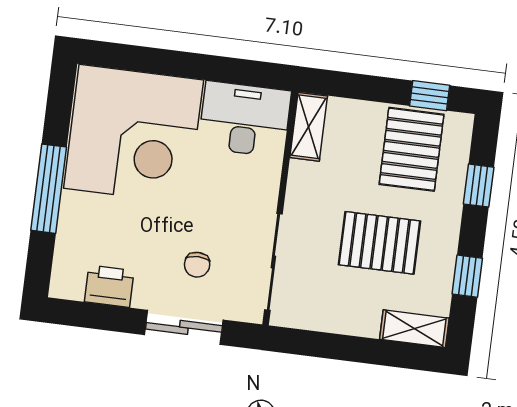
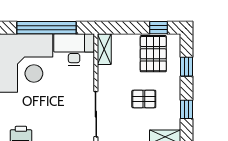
window: (192, 66) -> (46, 28), added
pallet: (379, 243) -> (144, 99), width x0.67, depth x0.71
chair: (197, 265) -> (60, 120), removed

